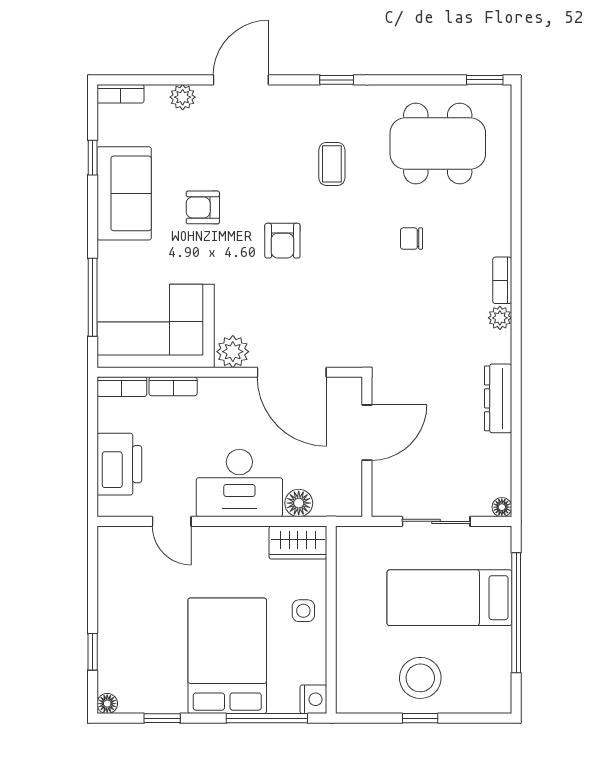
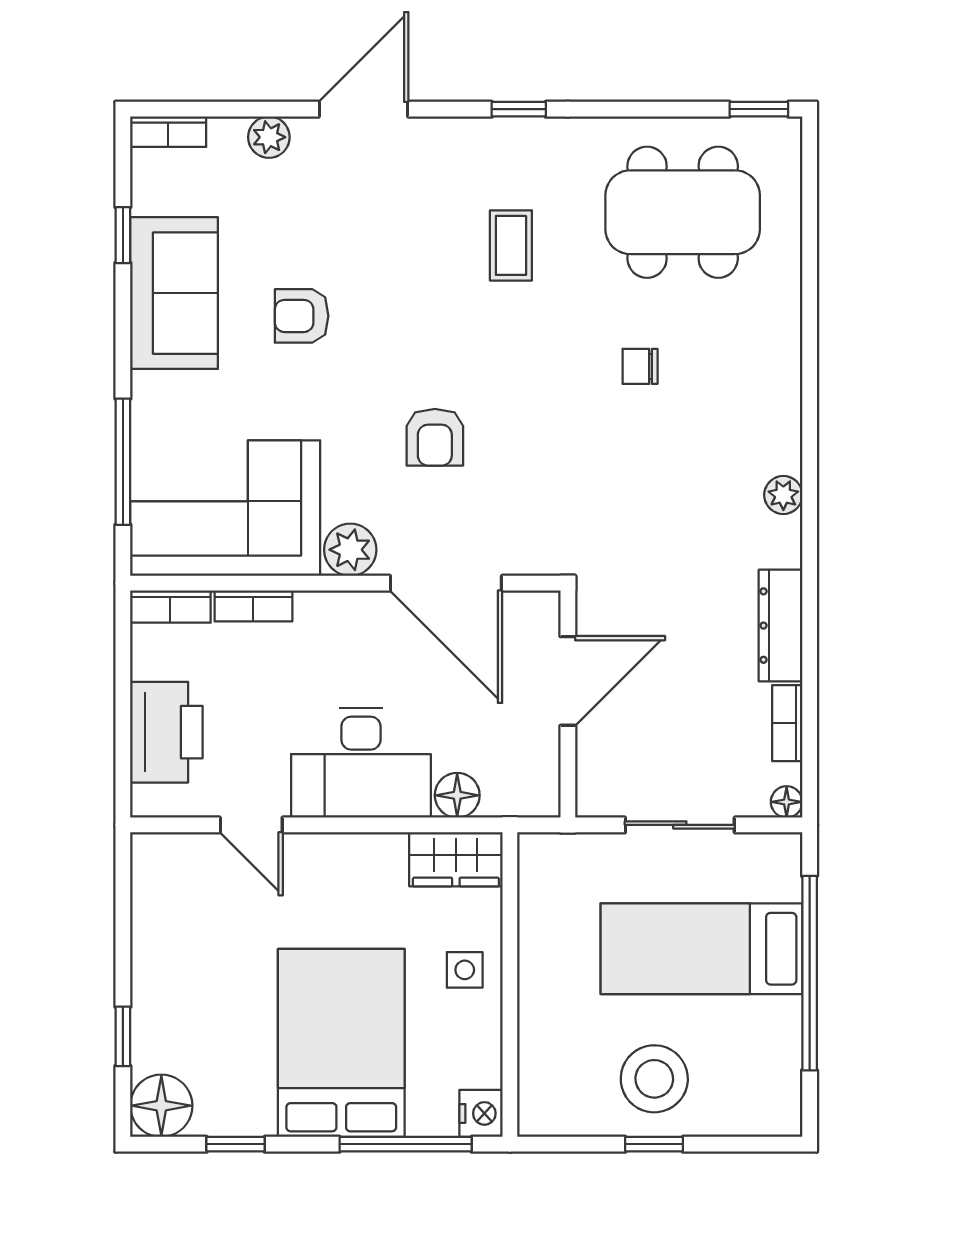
armchair: (282, 241) -> (435, 437), moved
bookcase: (502, 280) -> (787, 723), moved
floor lamp: (107, 704) -> (161, 1106), width x1.89, depth x1.89

